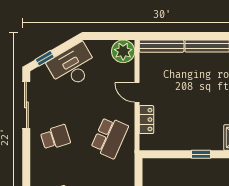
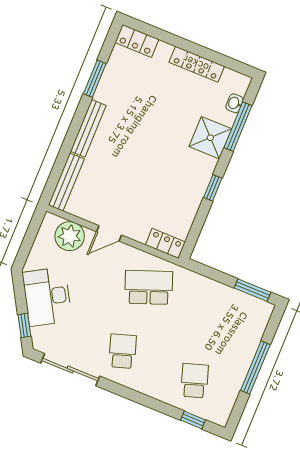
plant: (123, 51) -> (70, 236), moved
locker: (146, 120) -> (165, 243), moved
school desk: (110, 137) -> (149, 287), turned -45

